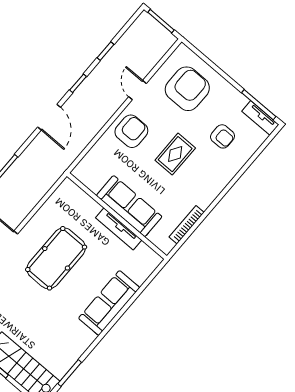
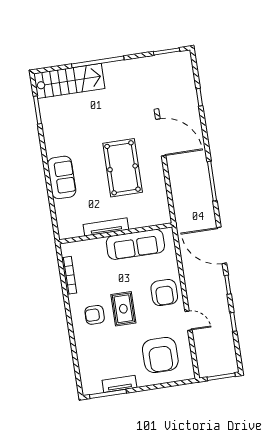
door: (49, 117) -> (222, 245), width x1.36
tv unit: (260, 118) -> (119, 384), moved
armchair: (223, 136) -> (95, 315), moved
sofa: (129, 206) -> (135, 244), moved
sofa: (109, 303) -> (62, 177), width x0.73

